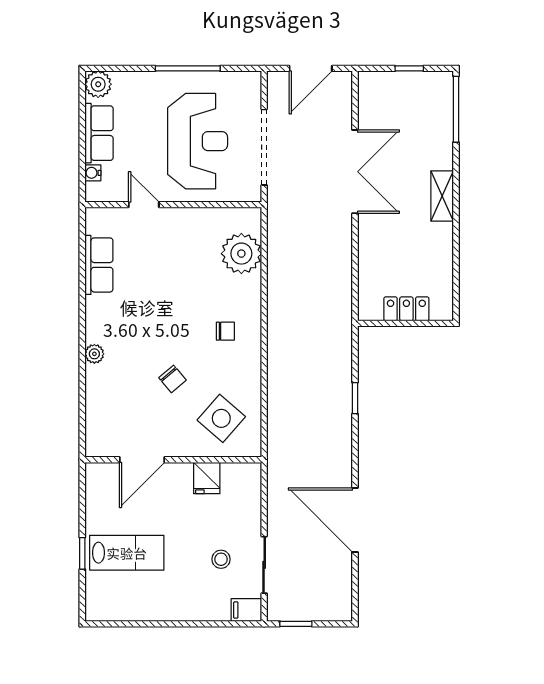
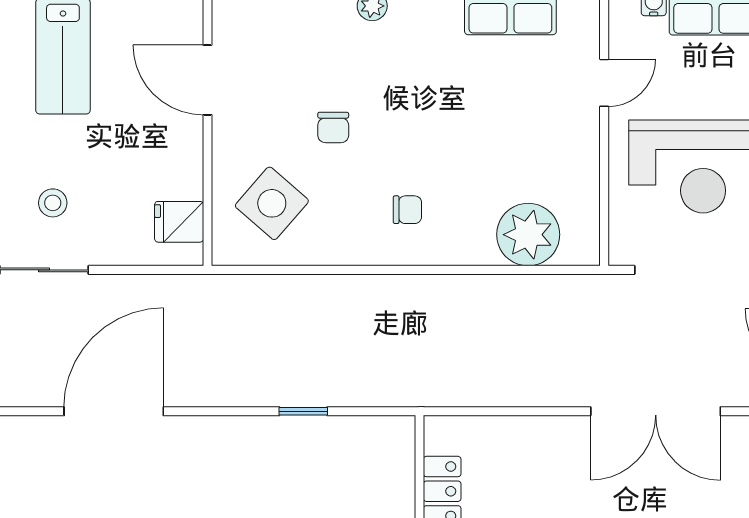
chair: (225, 331) -> (407, 210), turned -90
chair: (173, 379) -> (333, 127), turned -50
fridge: (207, 478) -> (179, 222), moved

